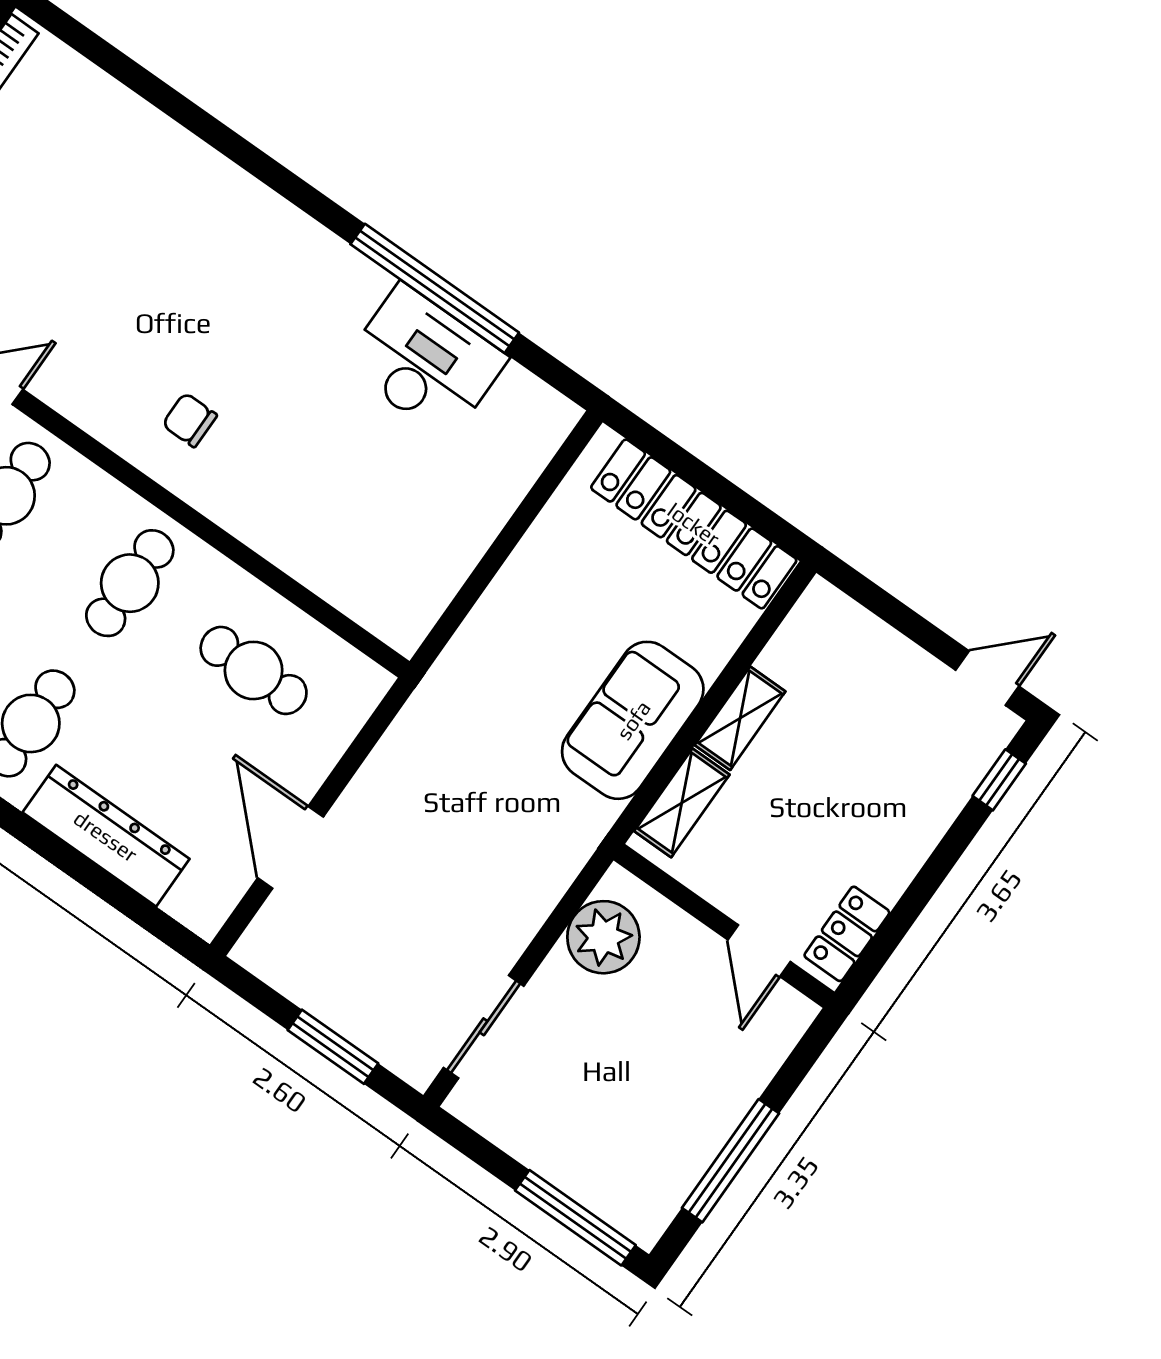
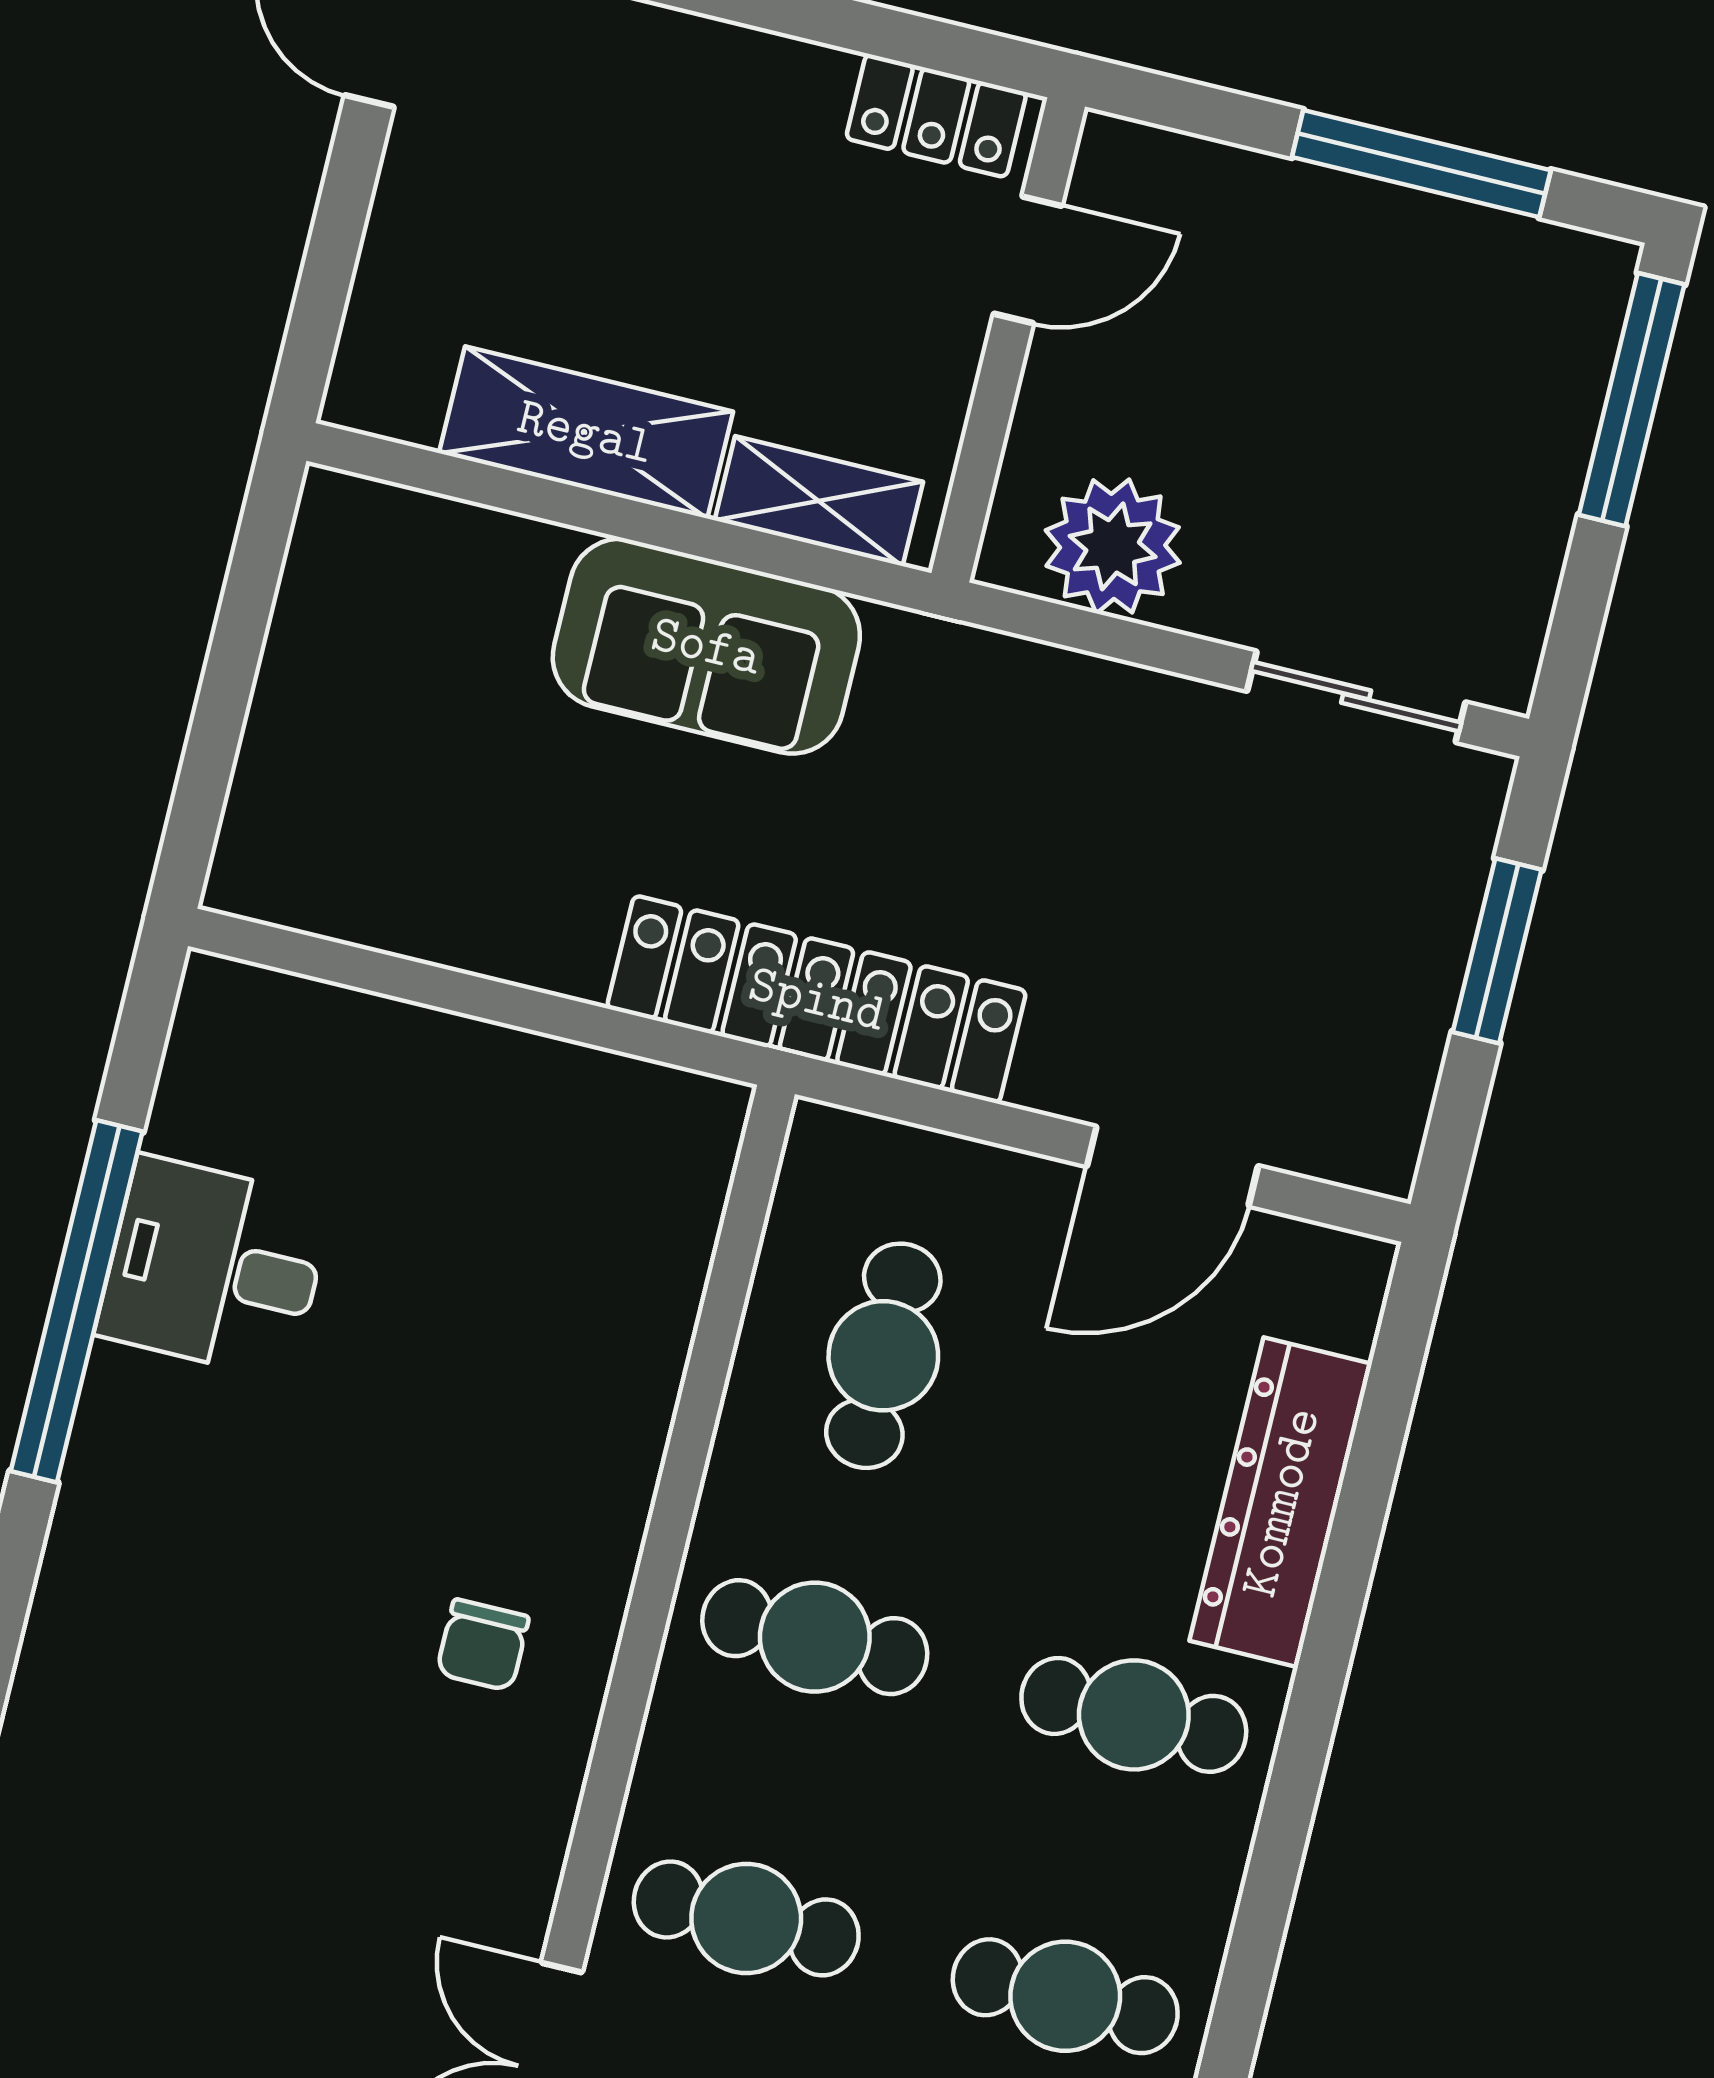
desk: (425, 362) -> (214, 1268), width x0.73
locker: (694, 524) -> (817, 999), moved, turned -90
shelving: (740, 718) -> (586, 432), width x1.50, depth x1.33

